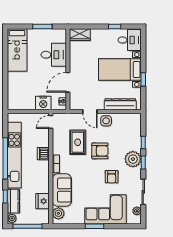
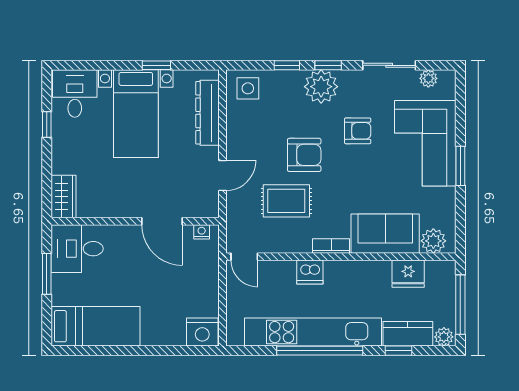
desk: (54, 55) -> (77, 249), moved, turned -90
nightstand: (43, 103) -> (202, 332), moved, turned 90
side table: (106, 121) -> (248, 88), moved
armchair: (100, 151) -> (304, 155), turned 90

